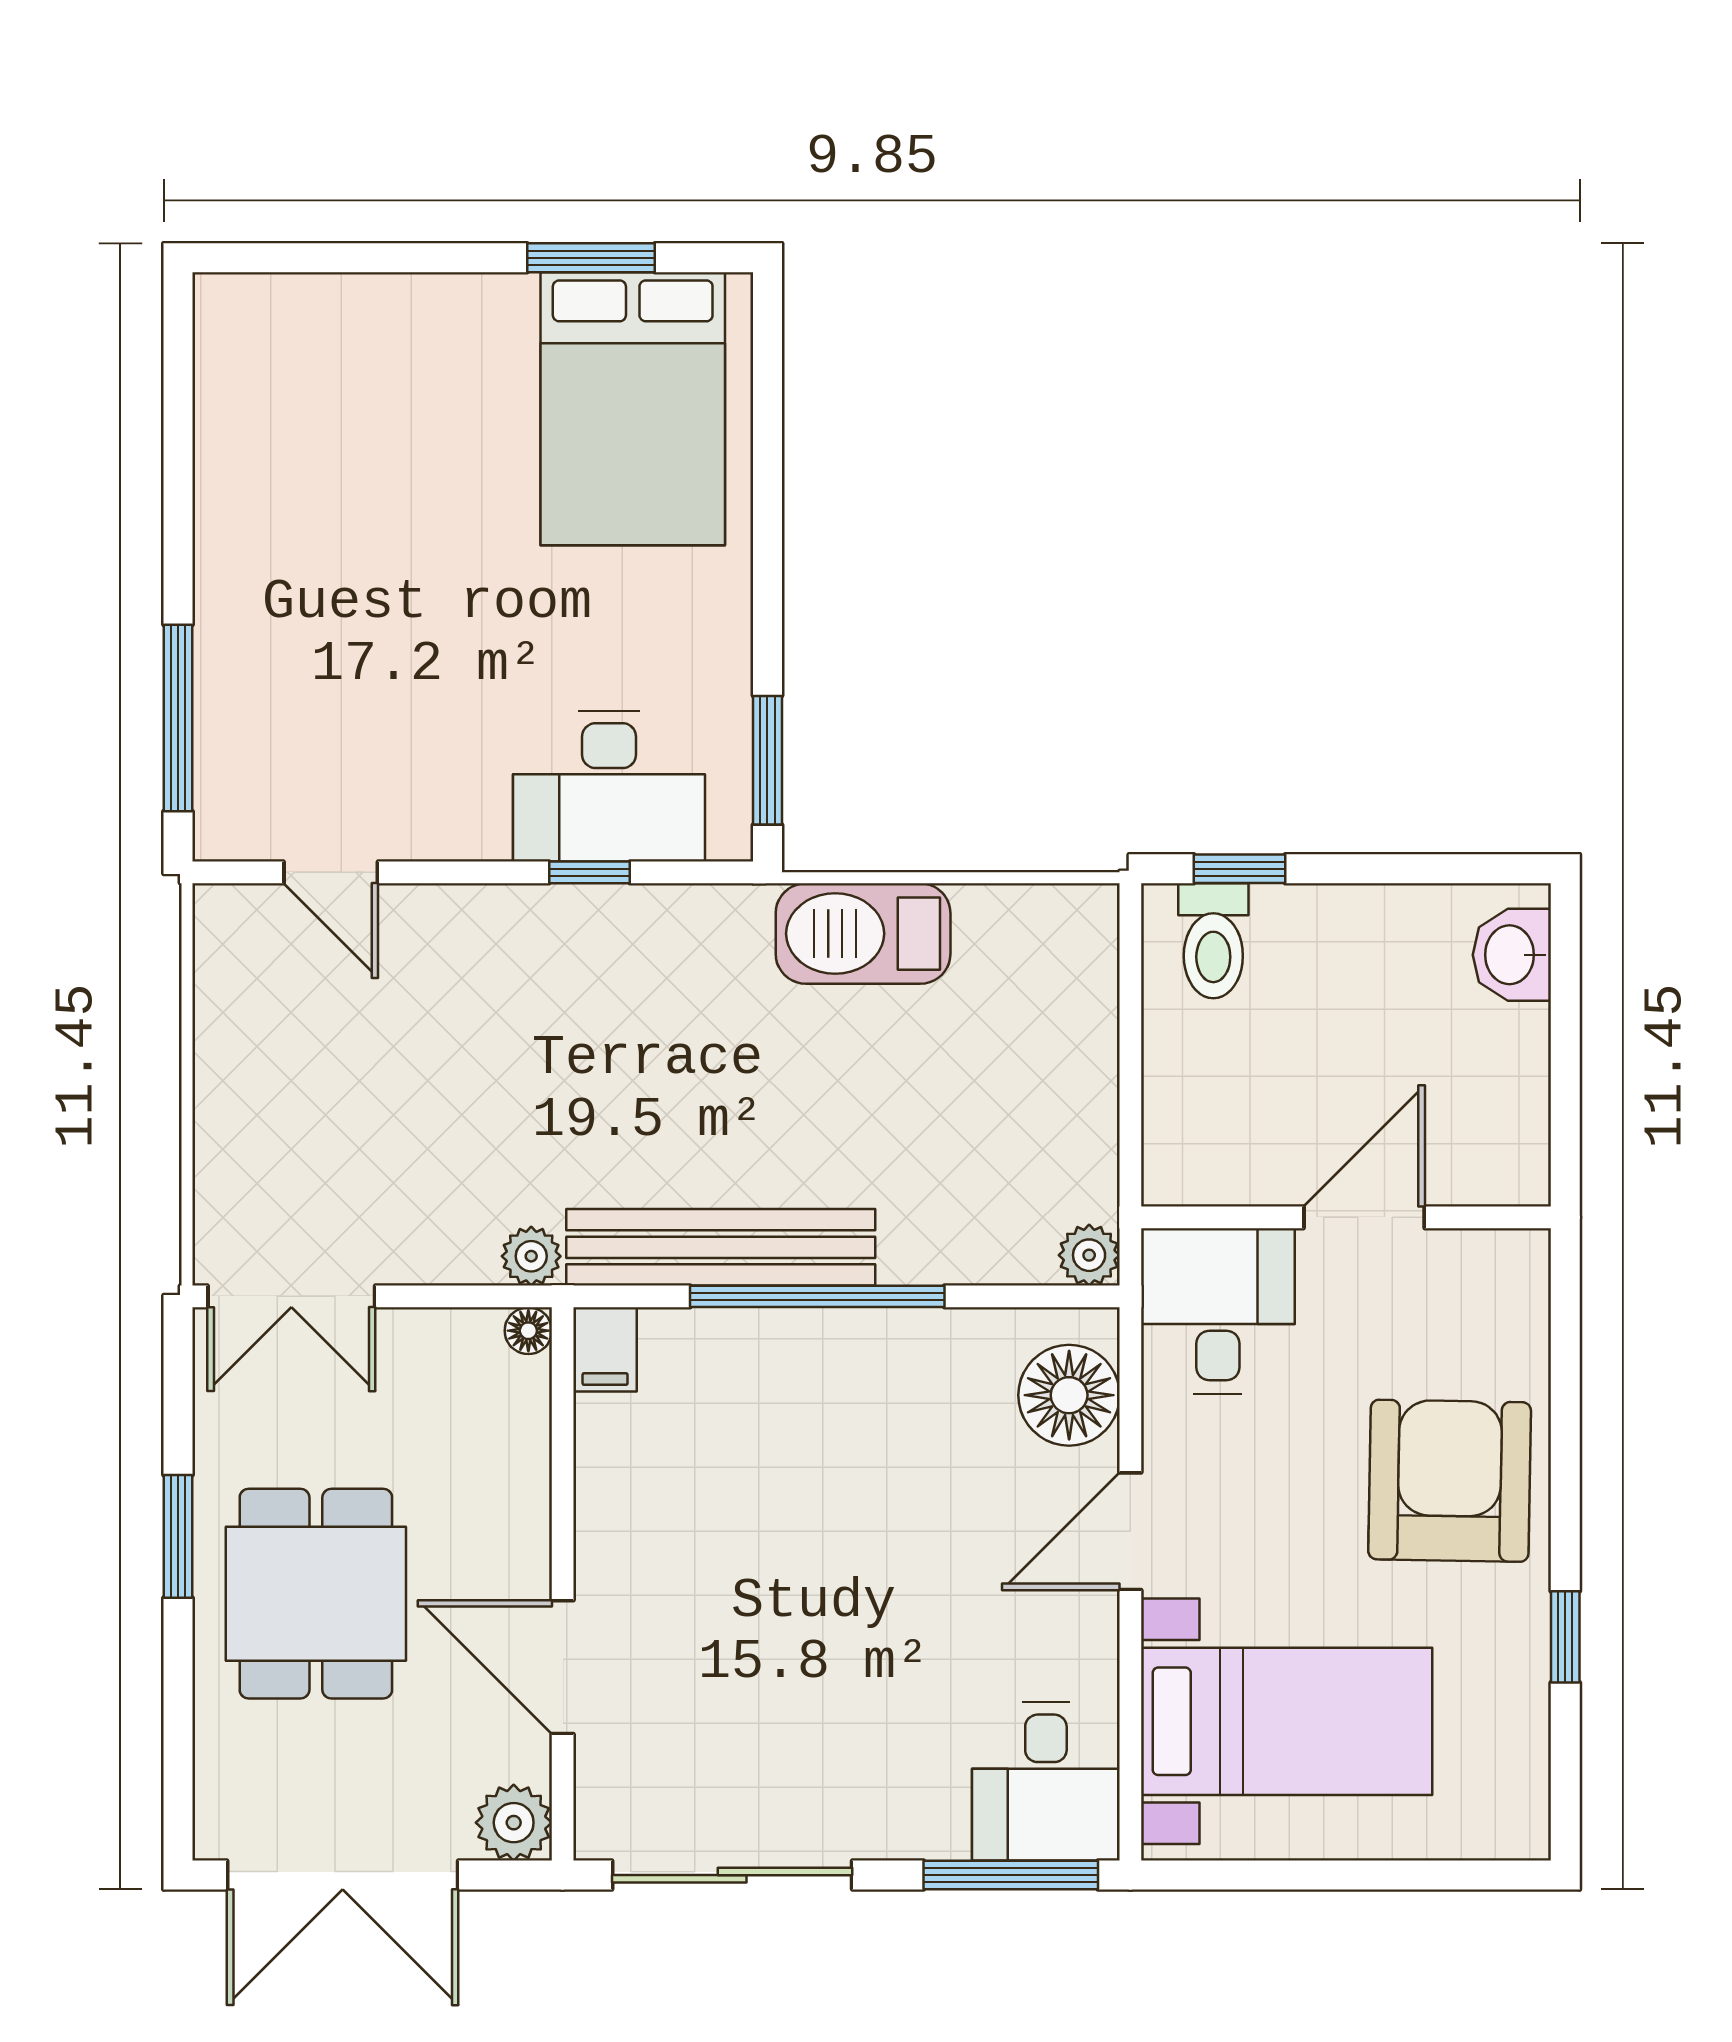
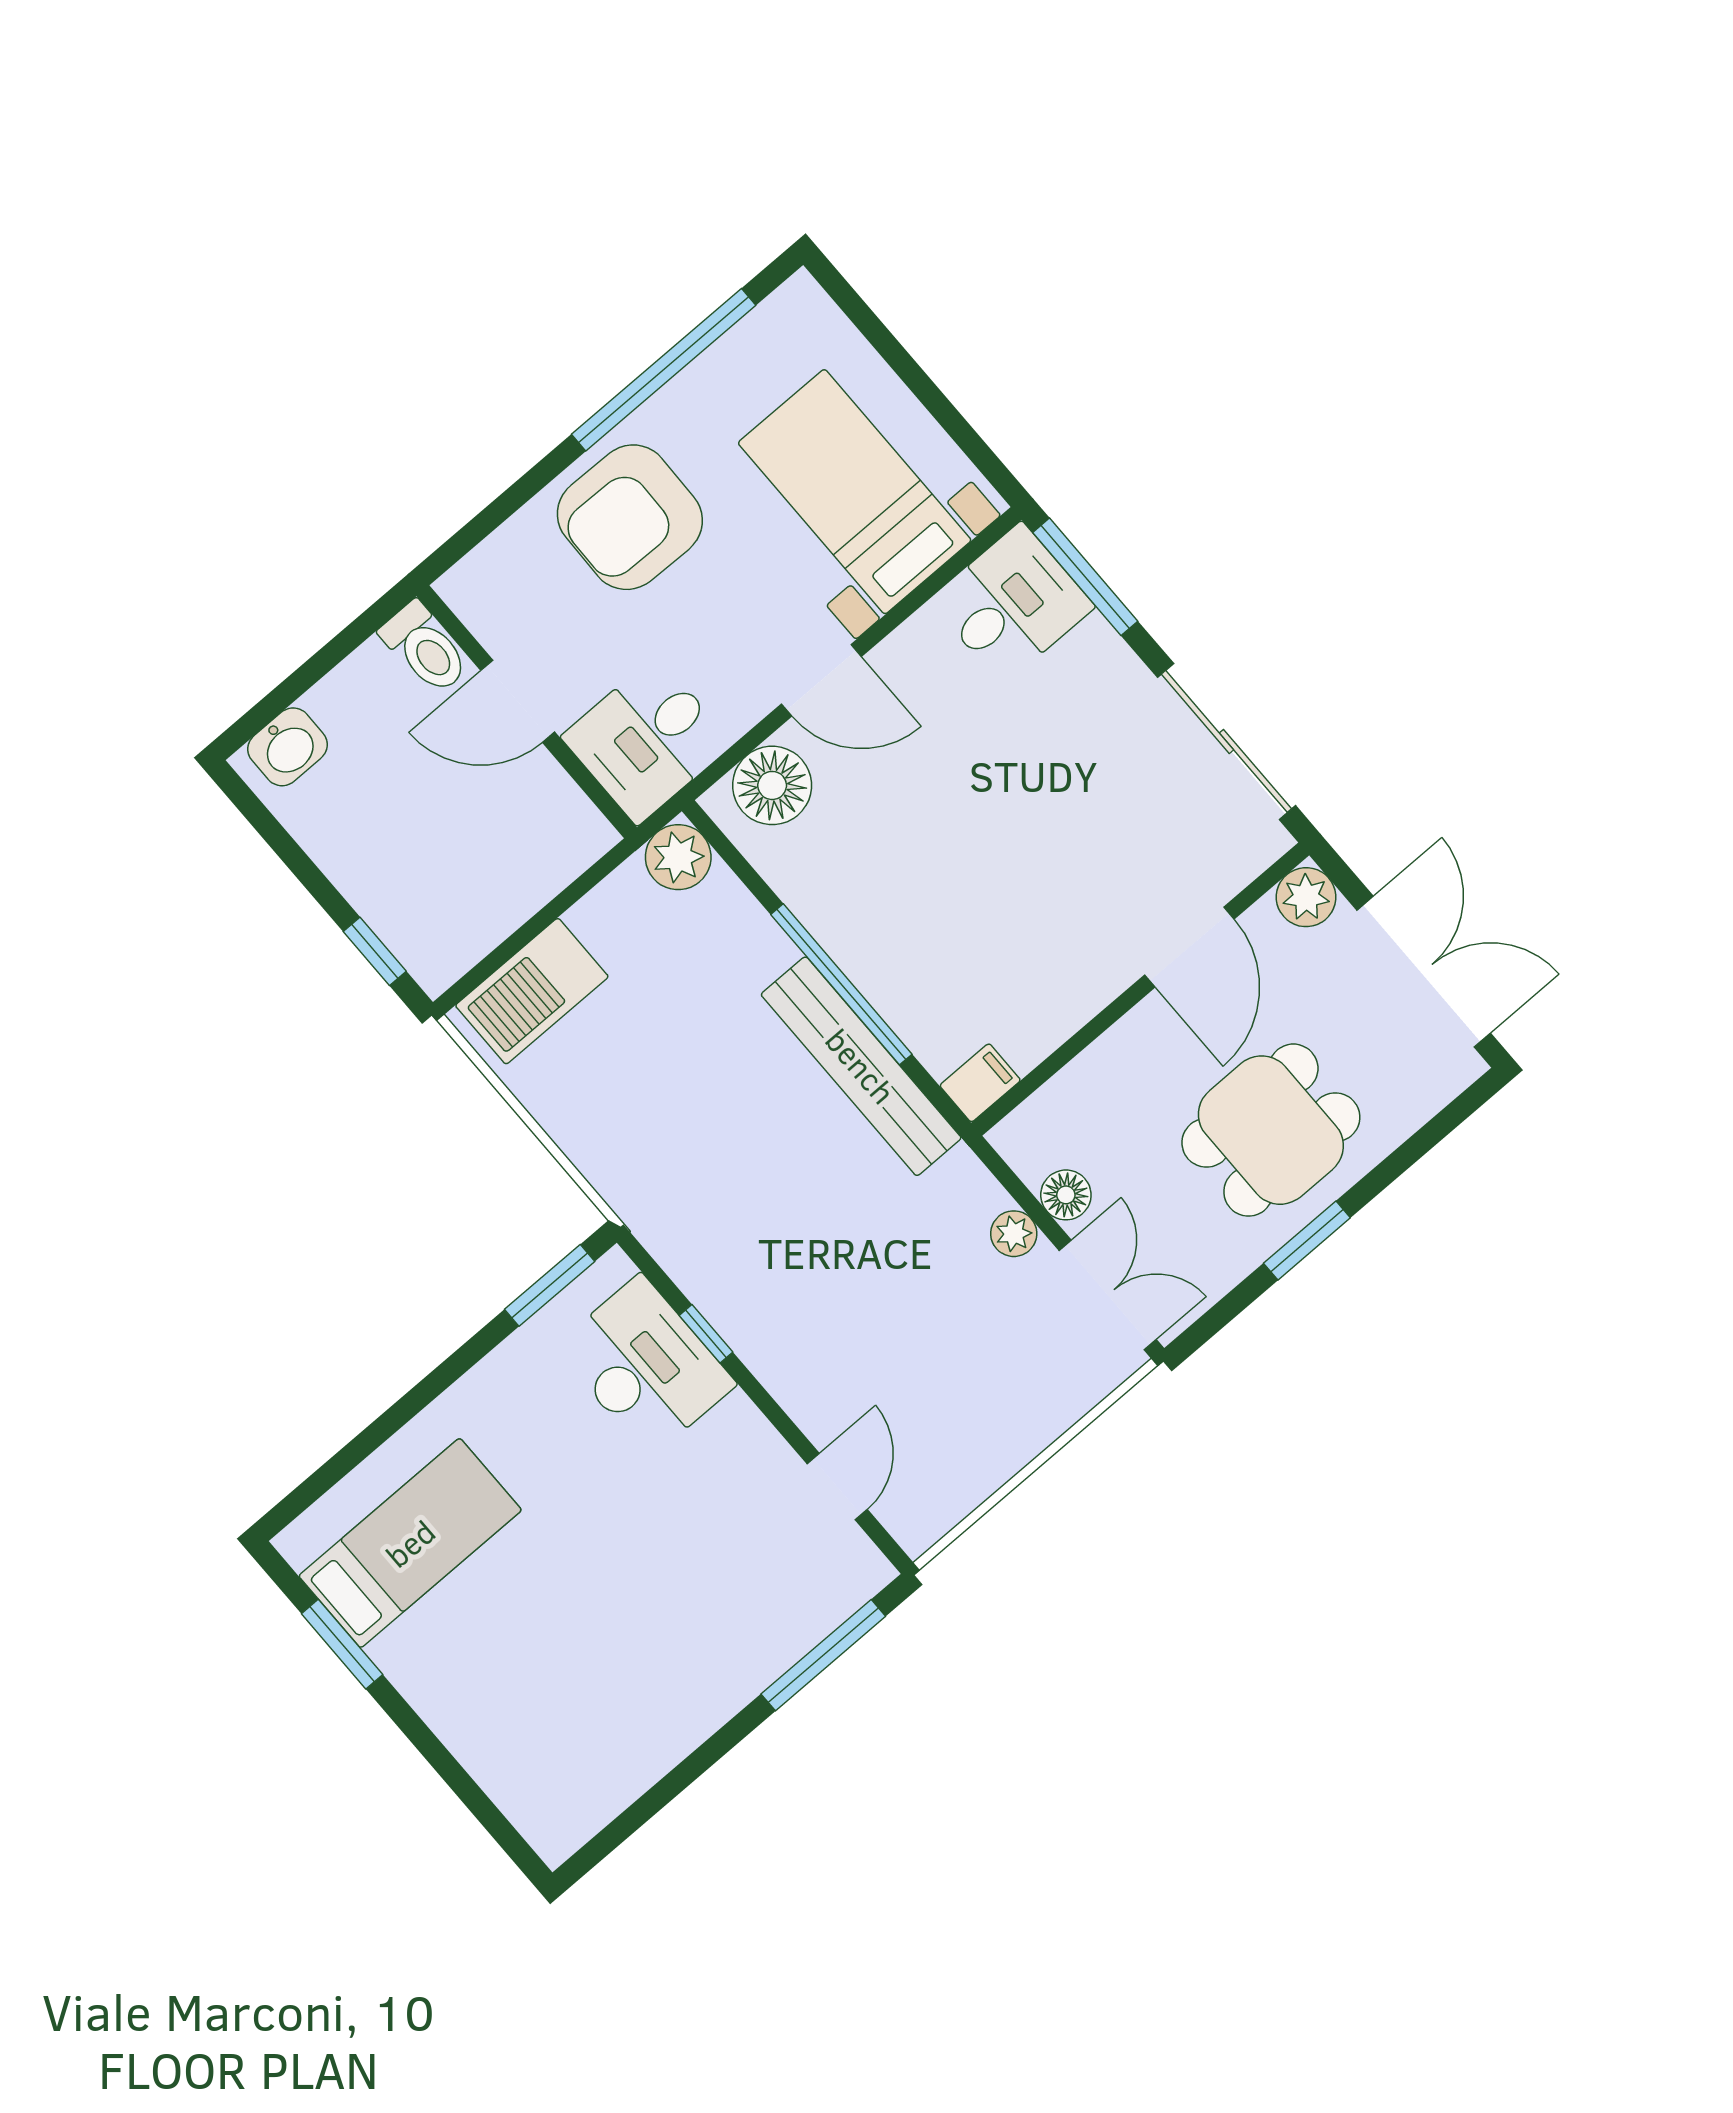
bed: (633, 409) -> (410, 1543), width x0.67
barbecue: (863, 934) -> (532, 991), moved, turned 90
toilet: (1213, 941) -> (425, 648), moved, turned 90
plant: (1089, 1255) -> (678, 857), width x1.38, depth x1.38
plant: (531, 1256) -> (1014, 1234), moved
floor lamp: (528, 1331) -> (1066, 1195), moved, width x1.37, depth x1.37
window: (1565, 1637) -> (664, 370), width x3.17

